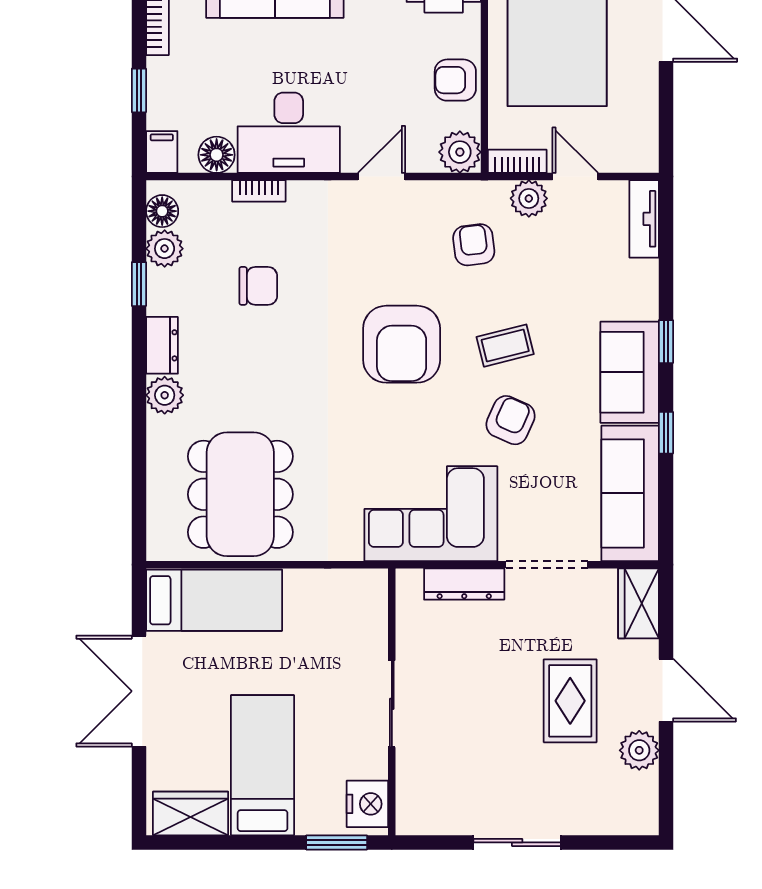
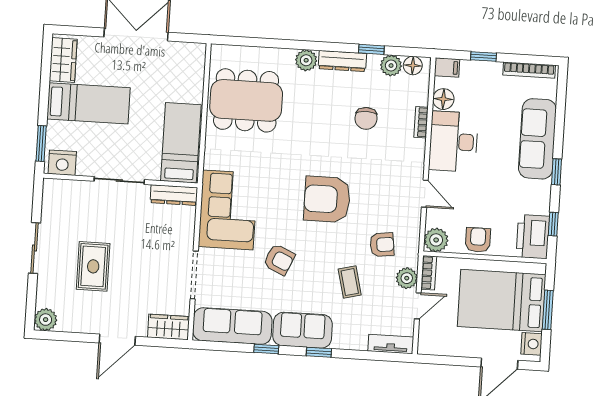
dresser: (162, 345) -> (342, 61), width x1.44
coffee table: (505, 346) -> (350, 282), moved
dresser: (464, 584) -> (174, 195), moved, turned -90
bed: (214, 600) -> (181, 143), moved, turned 180
rug: (570, 701) -> (93, 266), moved, turned 90
plant: (639, 750) -> (46, 320), moved

